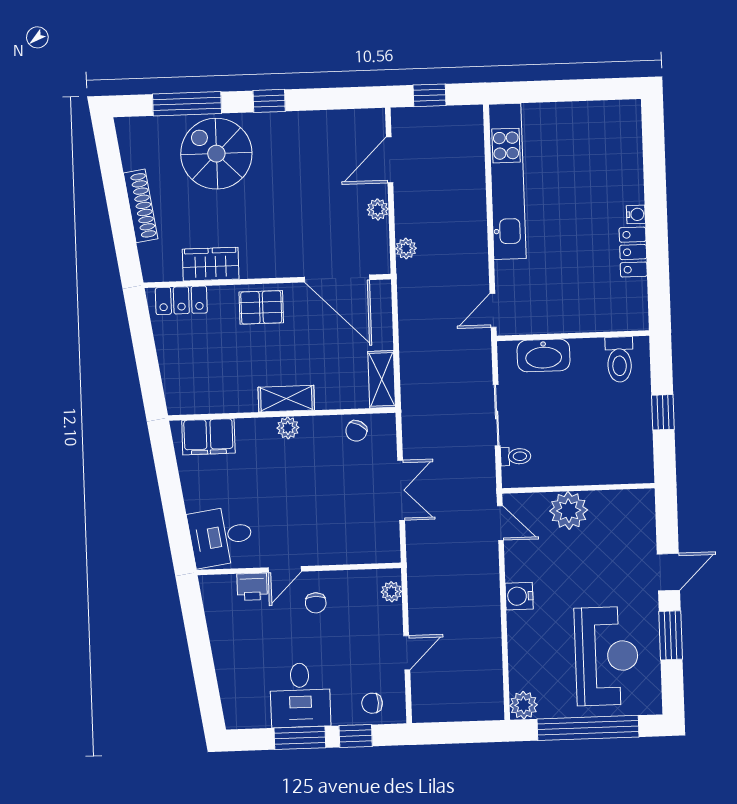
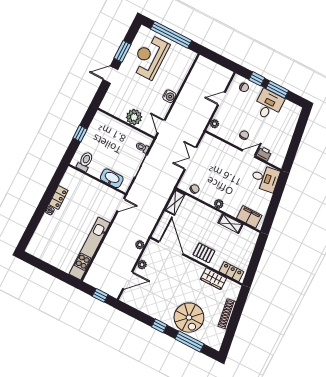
shelving: (286, 399) -> (231, 224), moved
plant: (524, 705) -> (190, 56), removed

